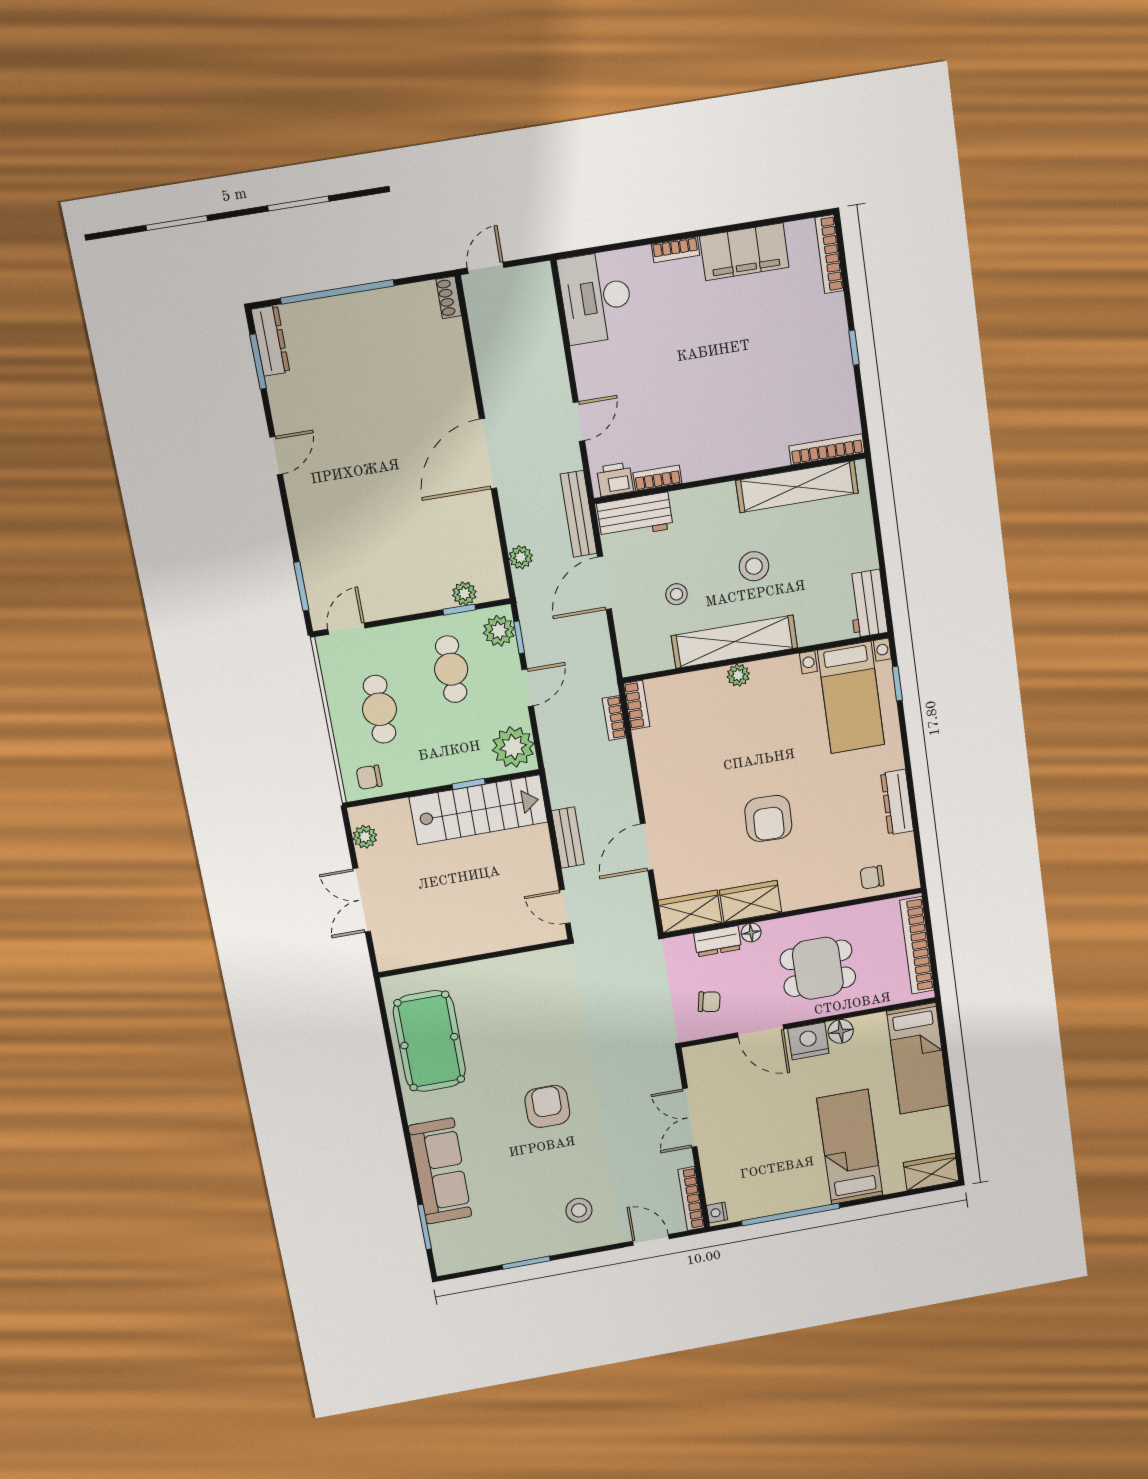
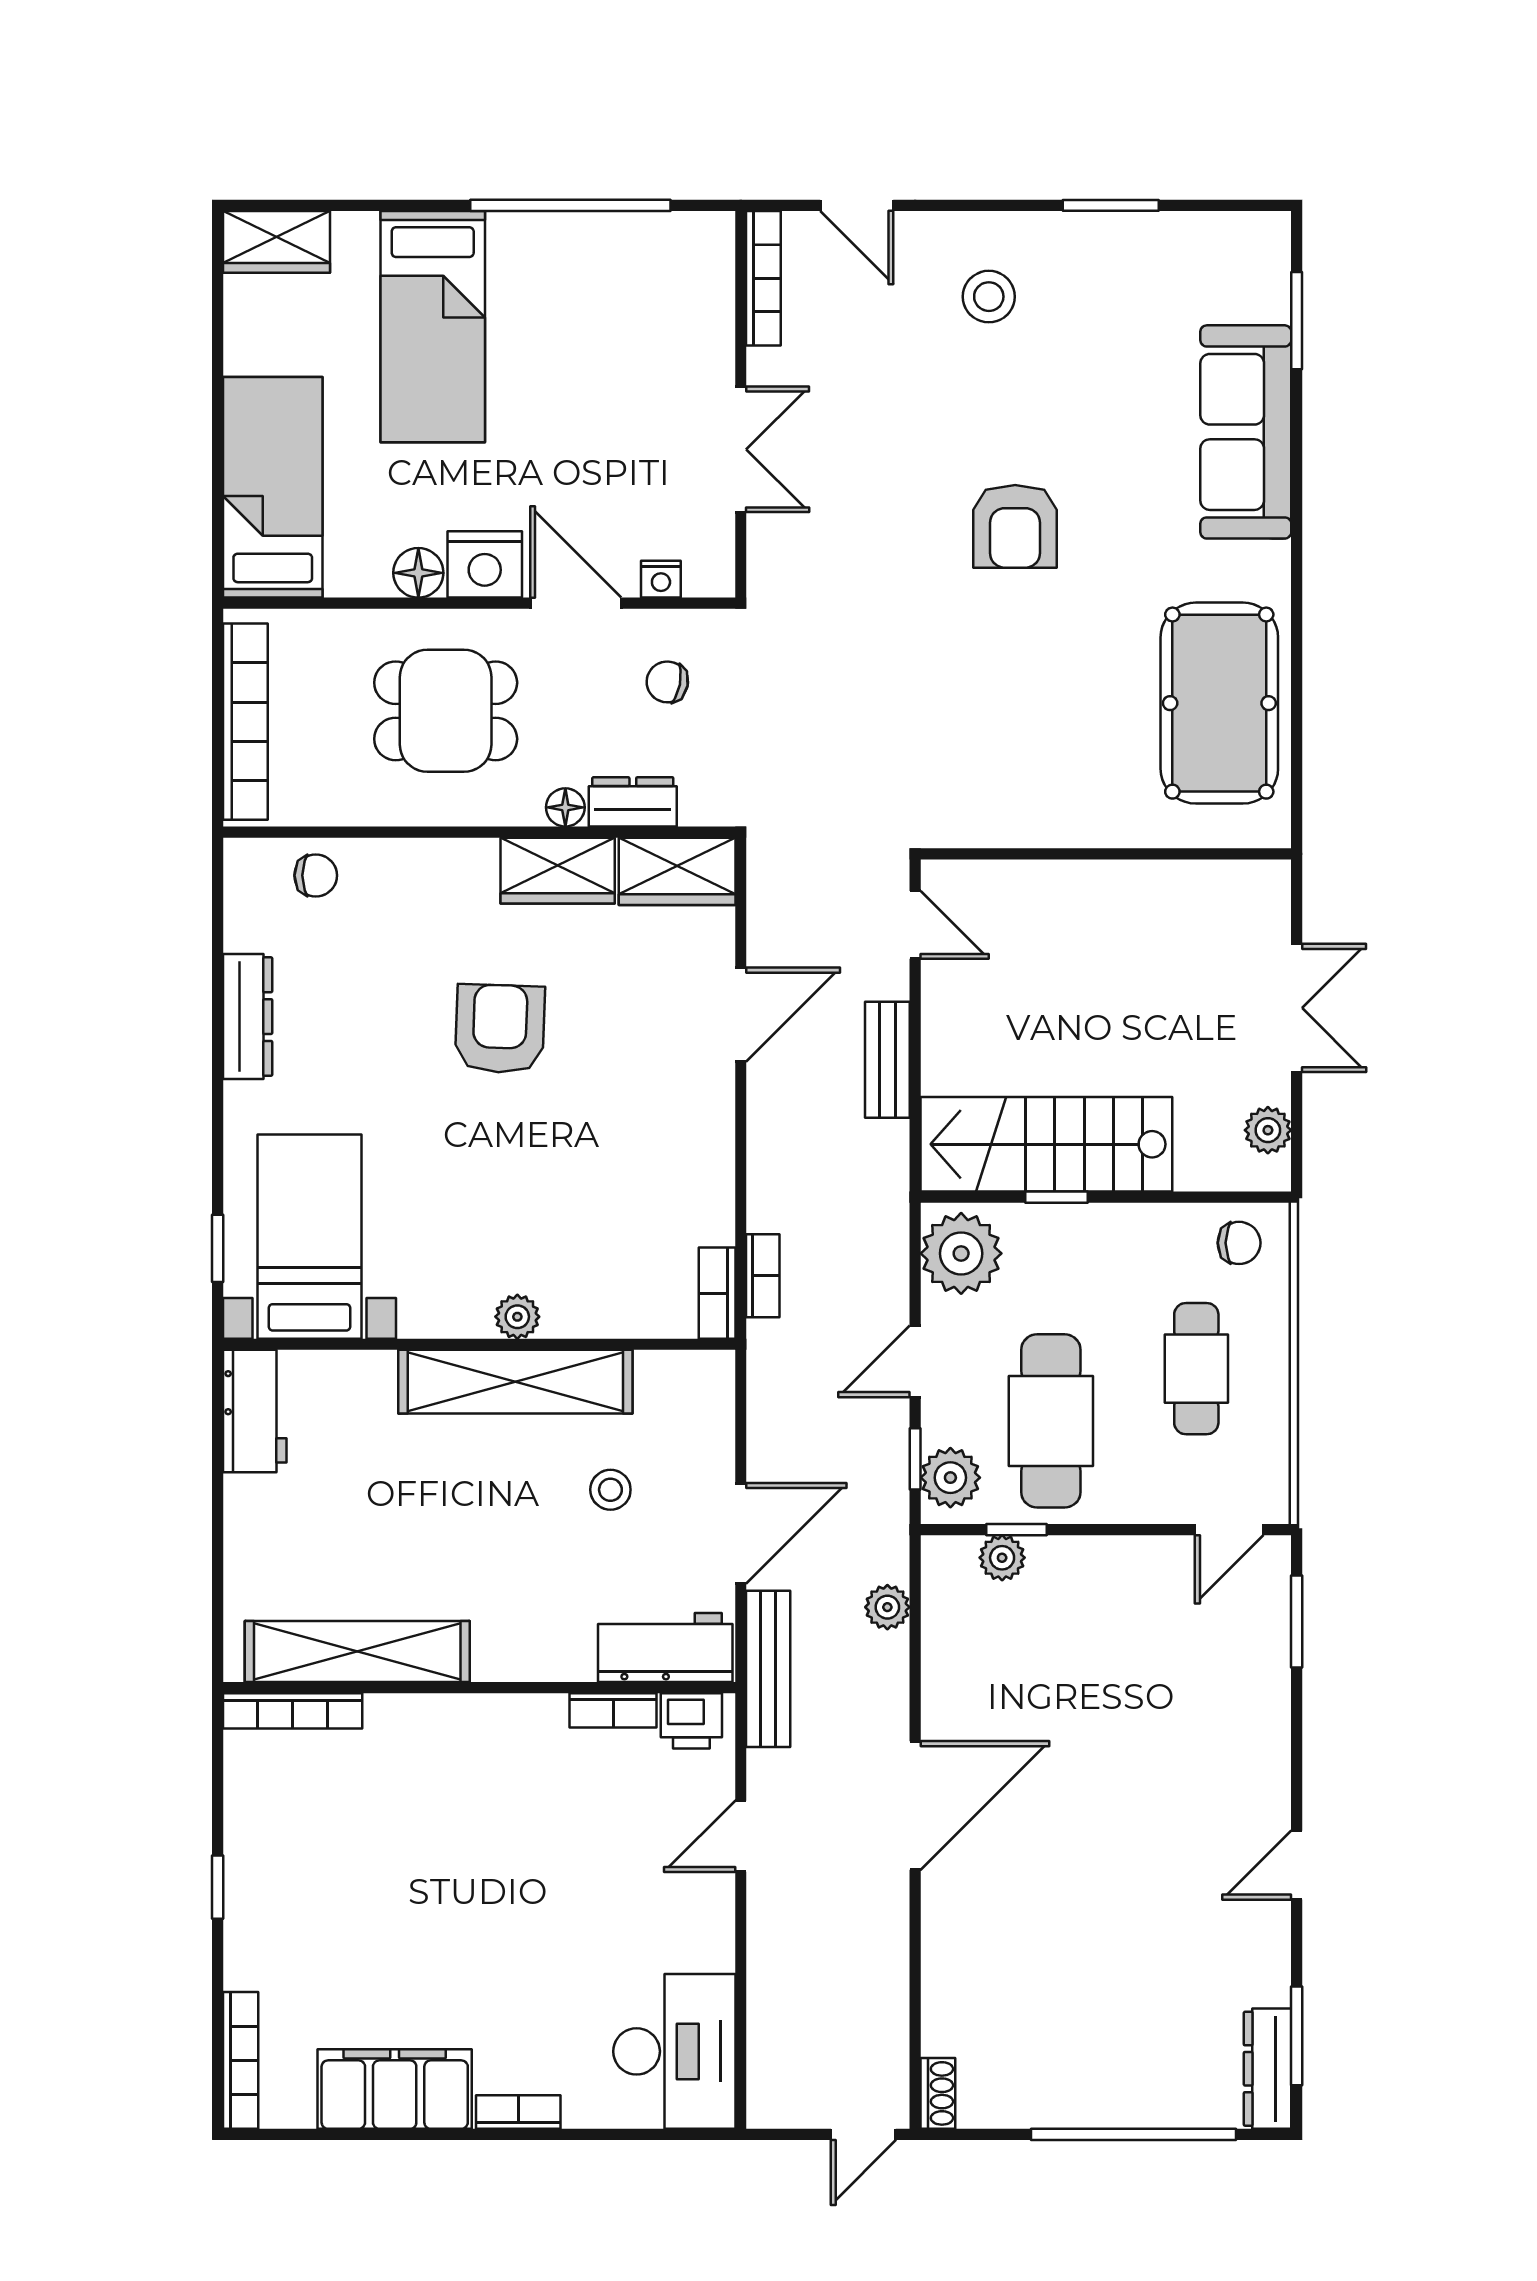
stool: (754, 566) -> (458, 1517), removed
cafe table: (451, 669) -> (1051, 1421), width x1.37, depth x1.35
nightstand: (717, 1213) -> (661, 579), moved, turned 90

